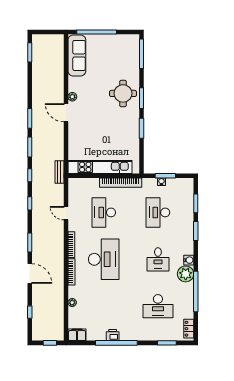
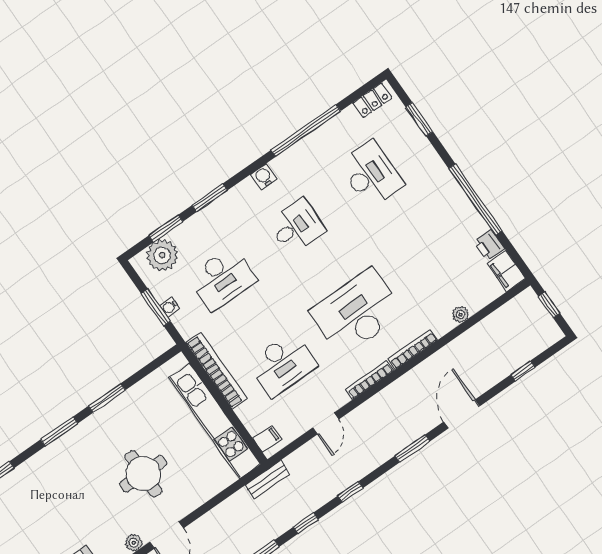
round table: (123, 93) -> (143, 474), moved
filing cabinet: (77, 184) -> (267, 439), added
plant: (186, 274) -> (162, 255), moved
printer: (113, 335) -> (489, 245), moved

